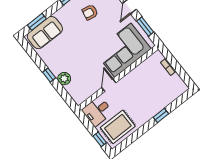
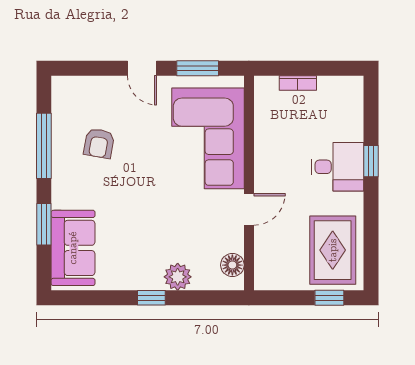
window: (37, 22) -> (44, 224), moved
door: (109, 85) -> (249, 209), swing flipped
floor lamp: (84, 95) -> (232, 265), added
desk: (97, 111) -> (337, 167), moved, turned -90

